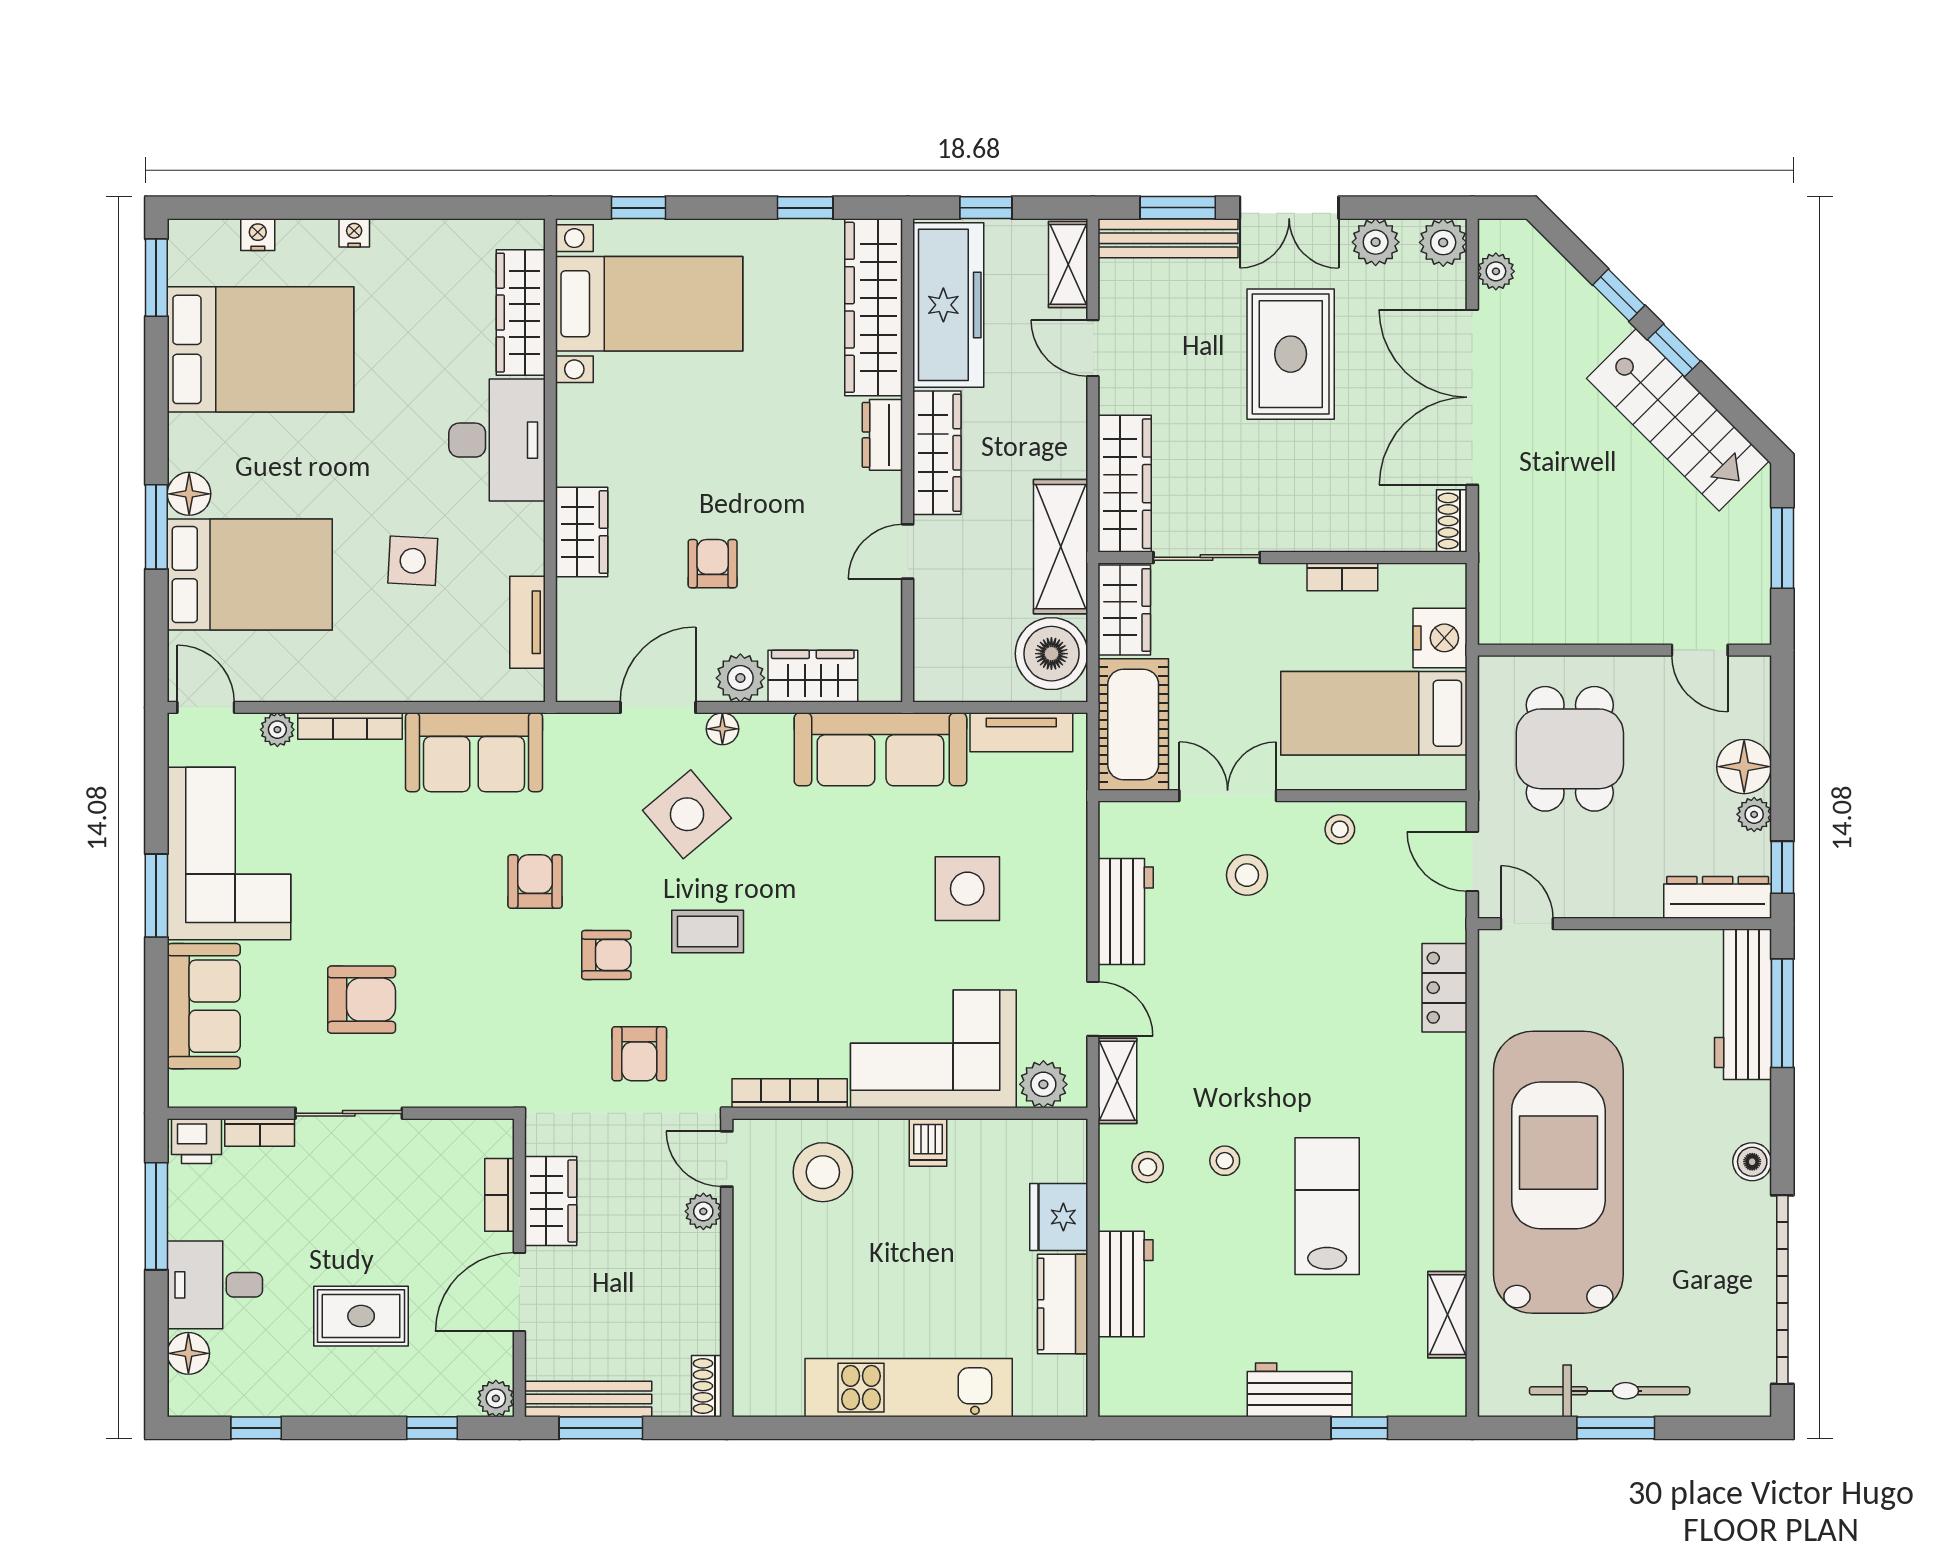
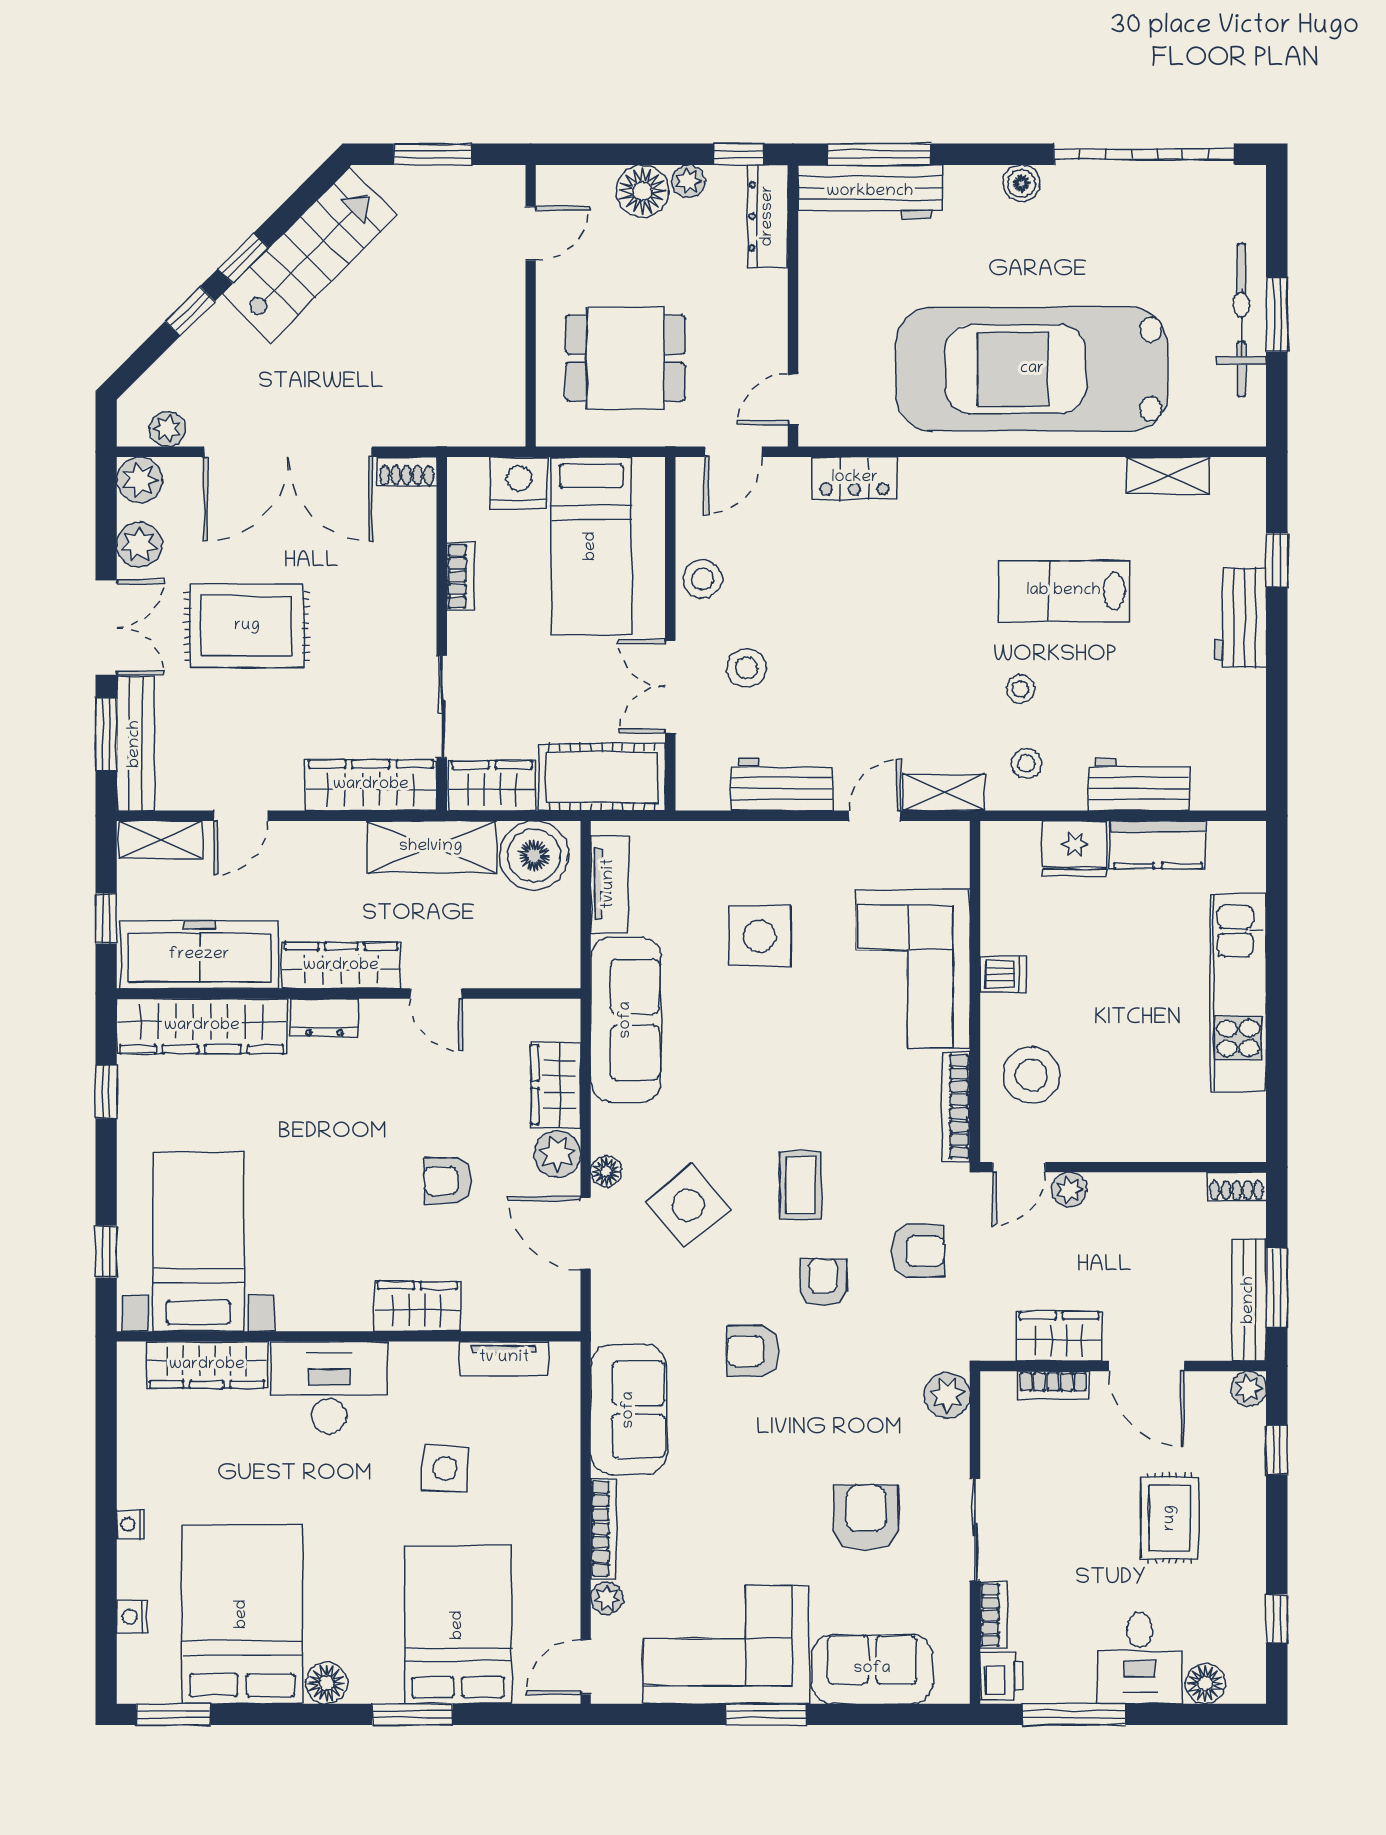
floor lamp: (189, 494) -> (327, 1683), moved
stool: (1340, 829) -> (703, 579), width x1.37, depth x1.37
plant: (1043, 1084) -> (947, 1395), moved

